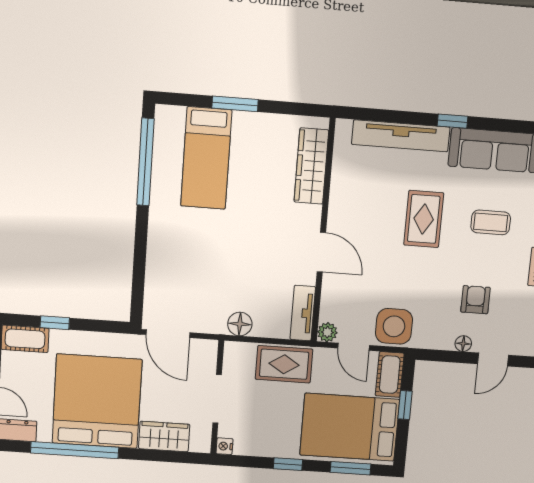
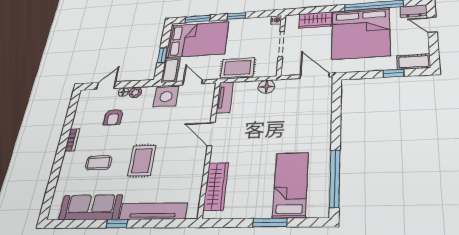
plant: (327, 332) -> (135, 92), moved

